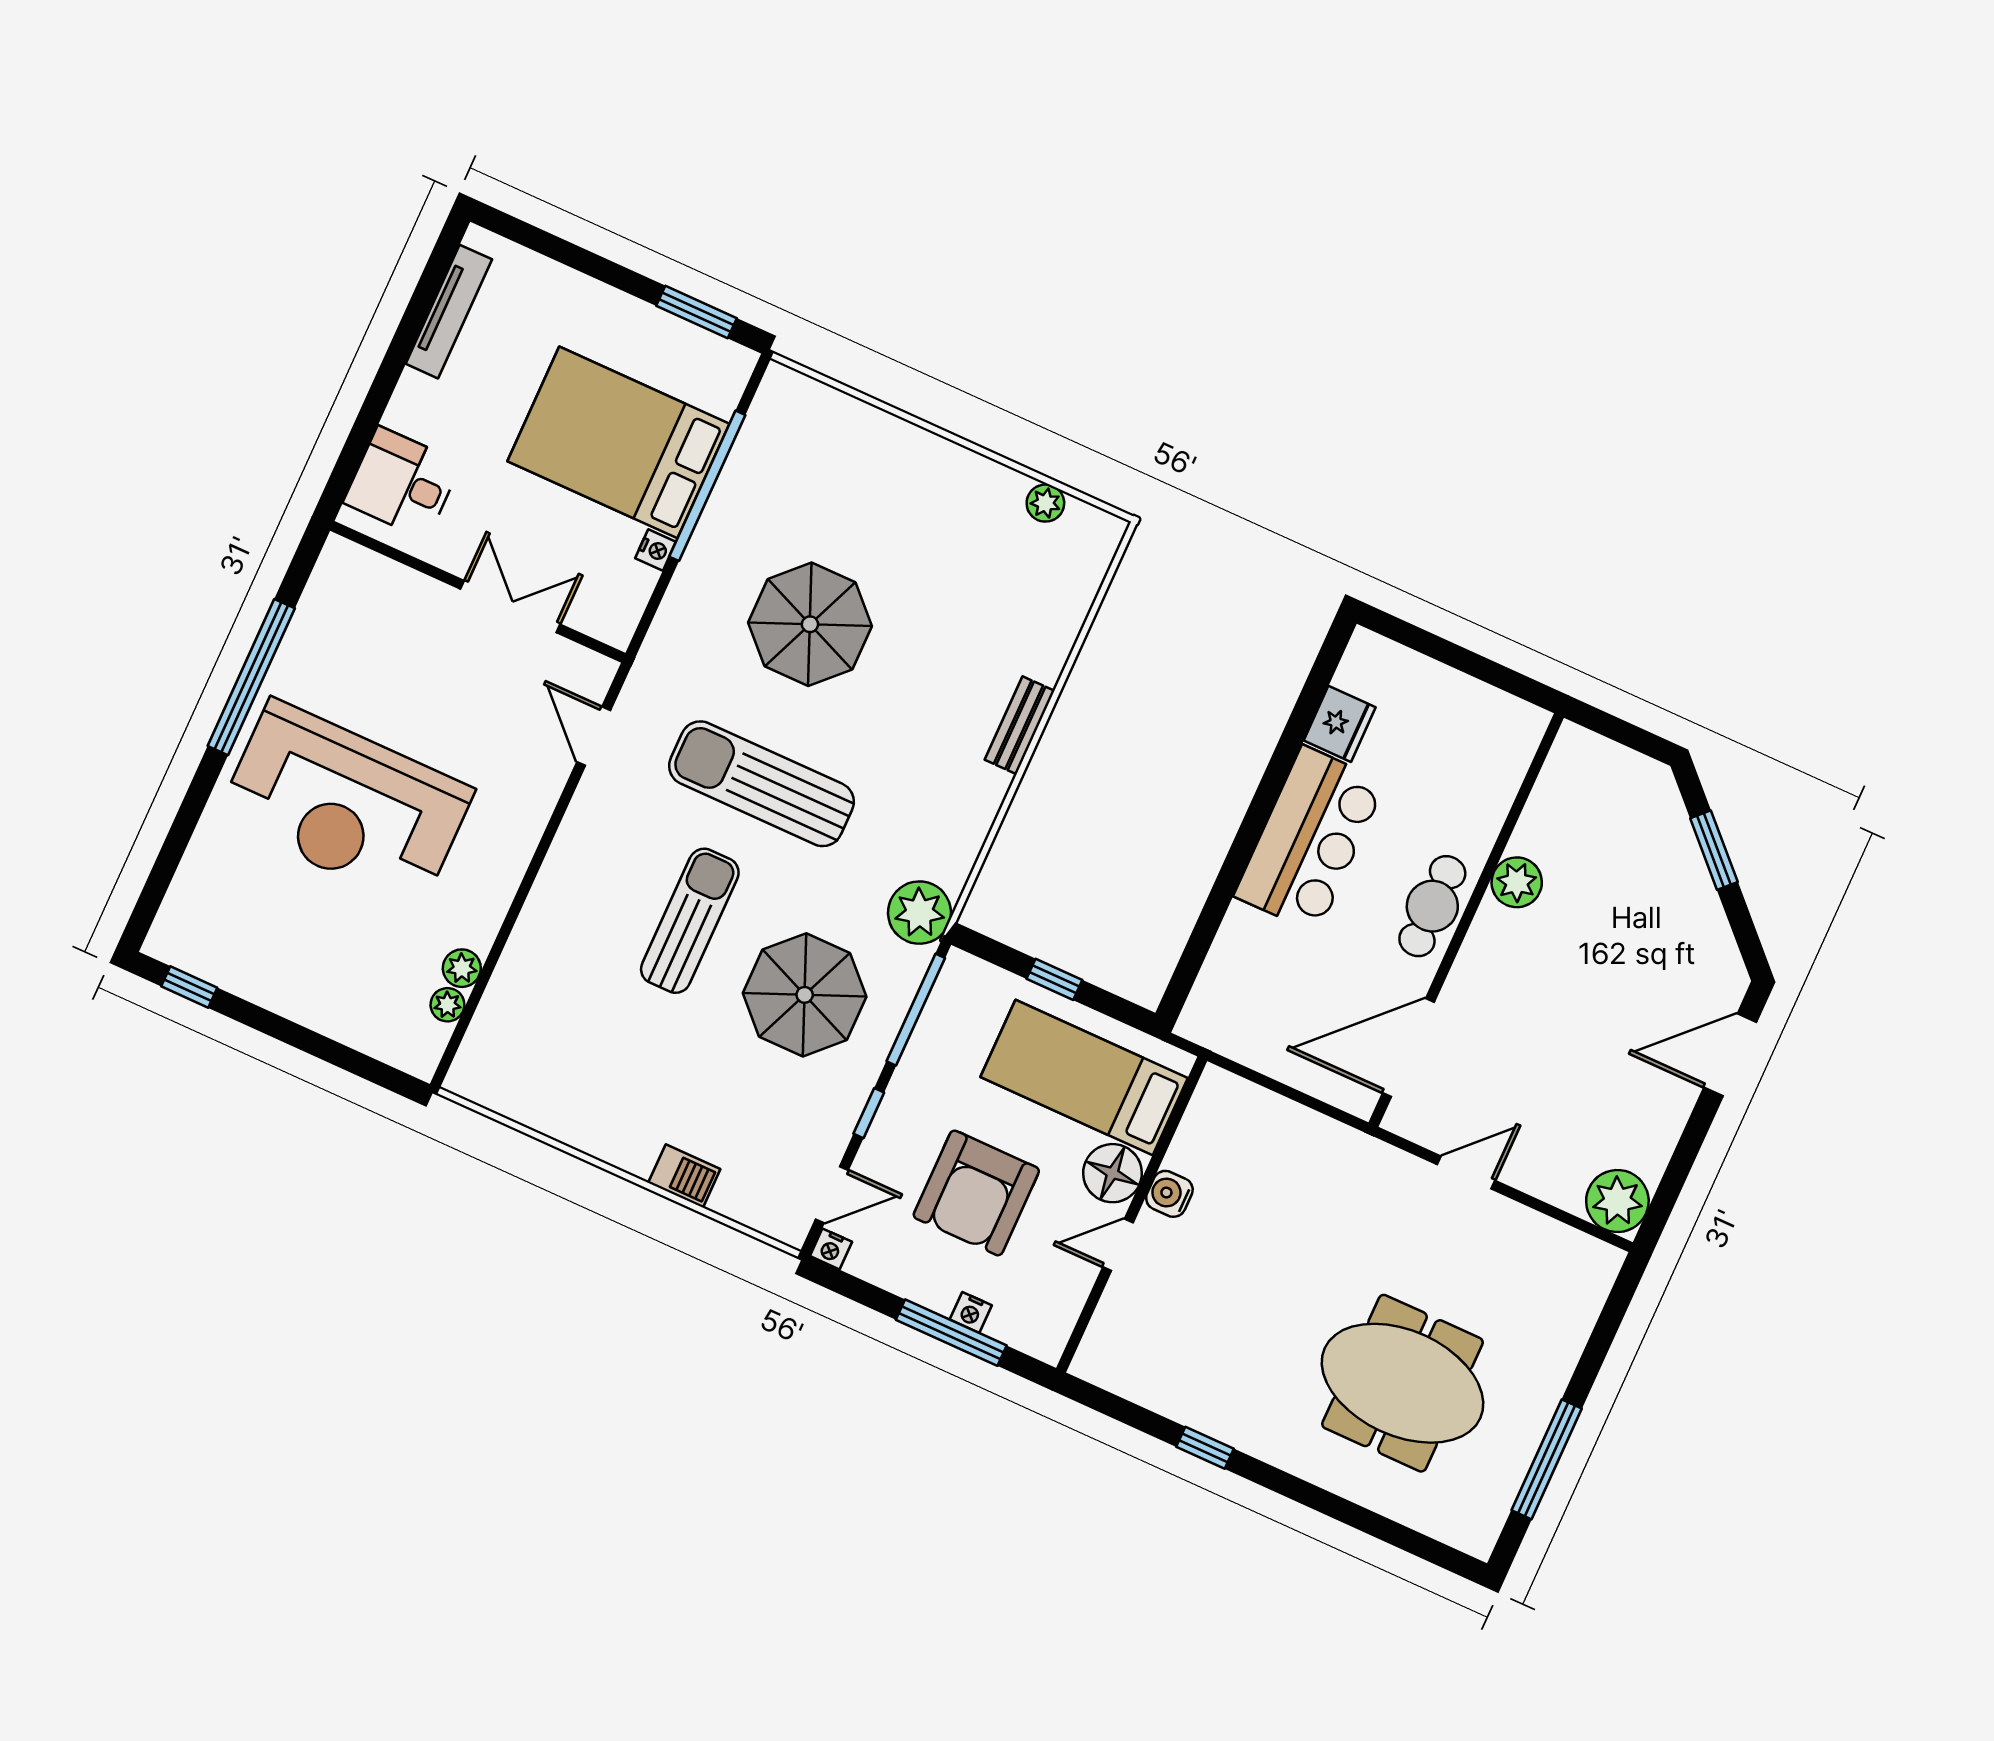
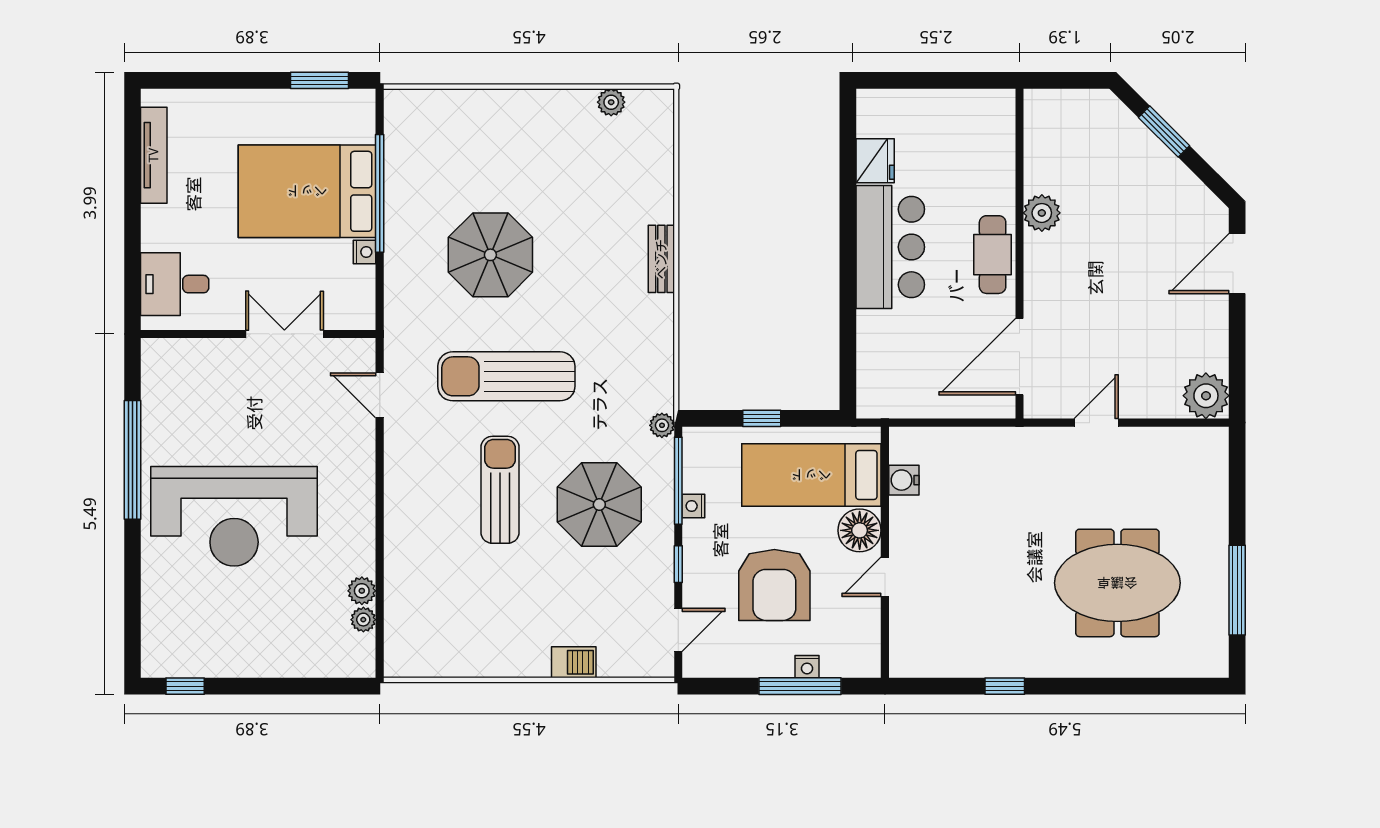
plant: (919, 913) -> (662, 425), width x0.53, depth x0.53
water cooler: (1169, 1194) -> (904, 480), moved
nightstand: (831, 1249) -> (693, 506), moved, turned 90

